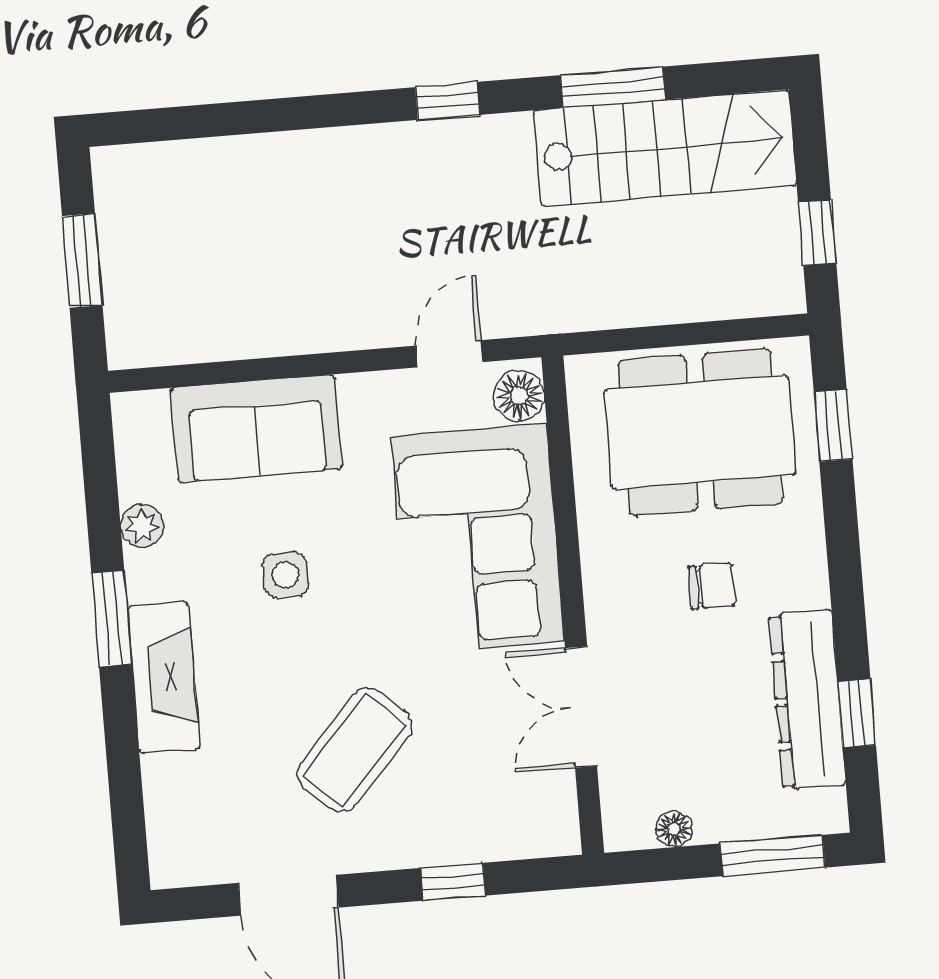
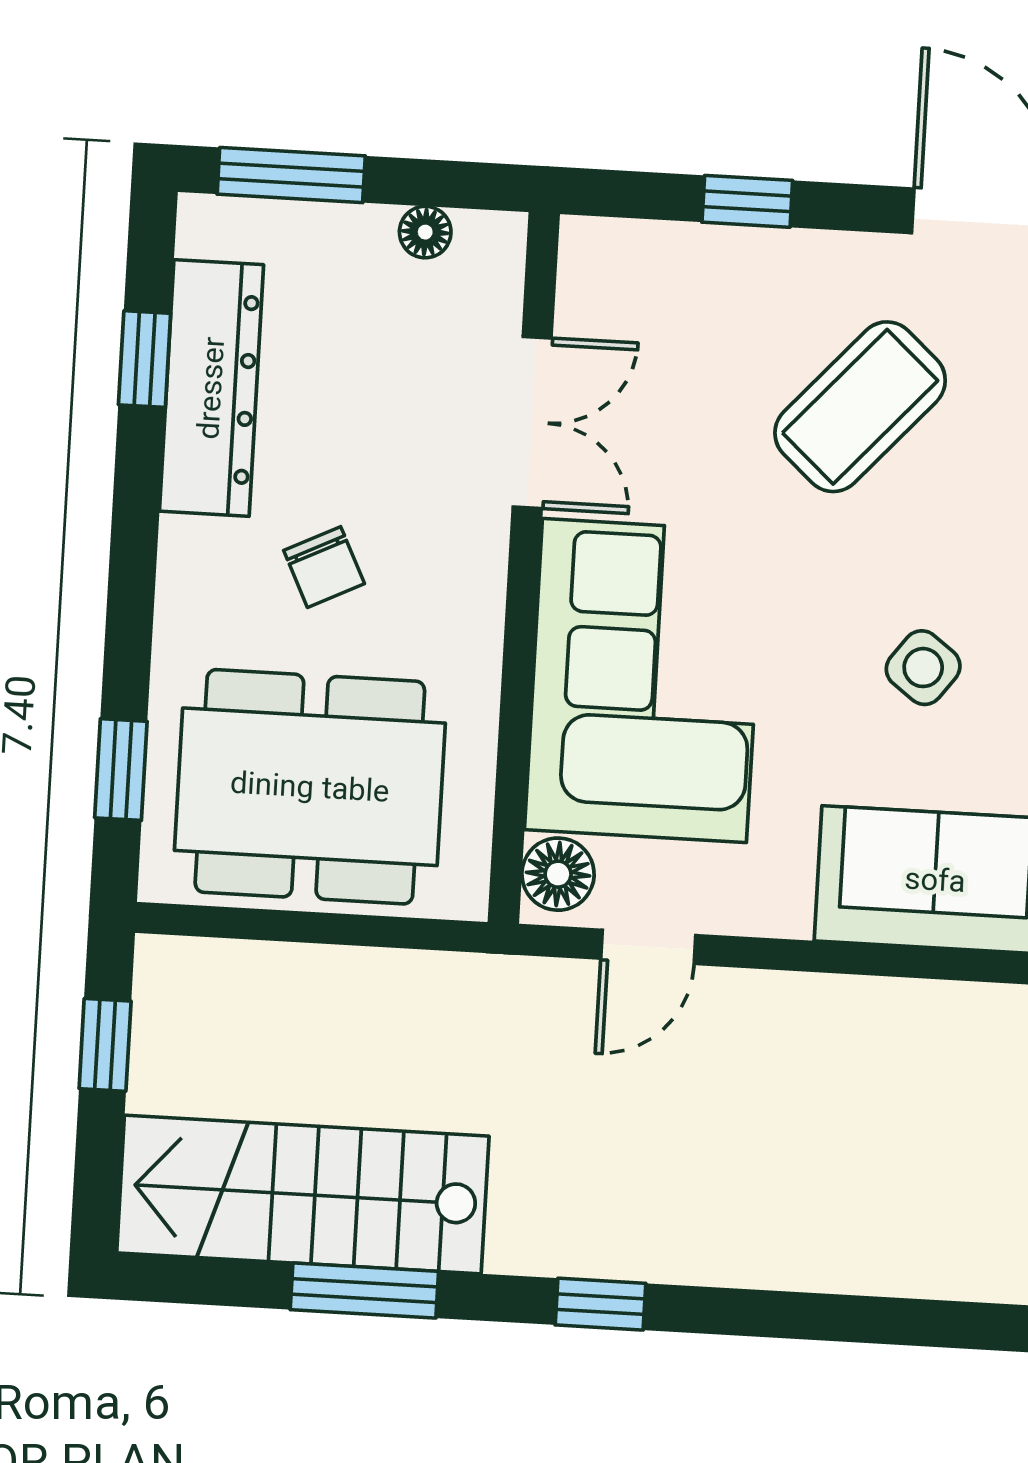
side table: (285, 575) -> (923, 668), turned 37
chair: (712, 586) -> (324, 567), turned -116

